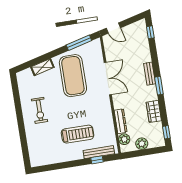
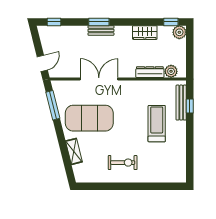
window: (159, 86) -> (99, 22), moved
plant: (142, 144) -> (179, 32), moved

